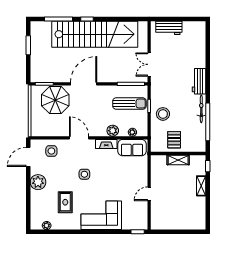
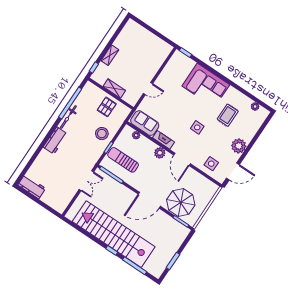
workbench: (169, 28) -> (32, 187), moved
plant: (113, 131) -> (160, 153), moved
door: (149, 194) -> (148, 89), moved

